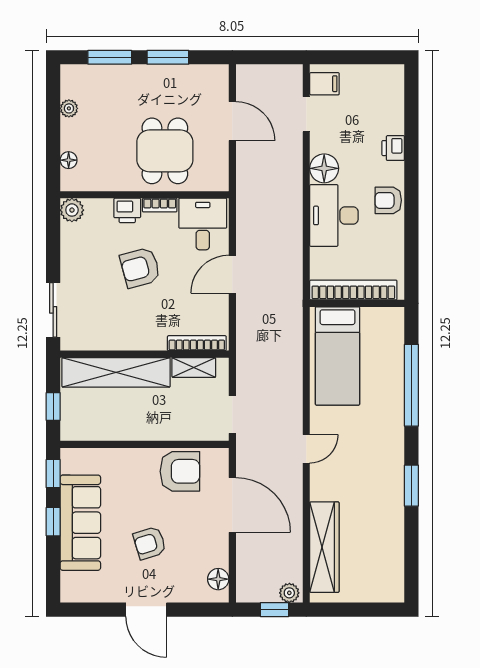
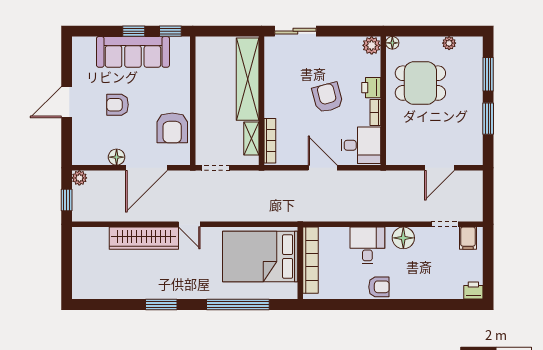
printer: (393, 148) -> (473, 291), moved
dining table: (165, 151) -> (420, 83), moved
floor lamp: (69, 160) -> (392, 43), moved
armchair: (388, 200) -> (379, 287), turned 90
desk: (334, 215) -> (367, 245), width x0.73
bed: (337, 356) -> (260, 257), width x1.50
window: (53, 406) -> (222, 31), removed
armchair: (150, 543) -> (117, 105), turned -73
wardrobe: (324, 547) -> (144, 238), moved
floor lamp: (218, 579) -> (117, 157), moved
plant: (289, 593) -> (79, 178), moved

